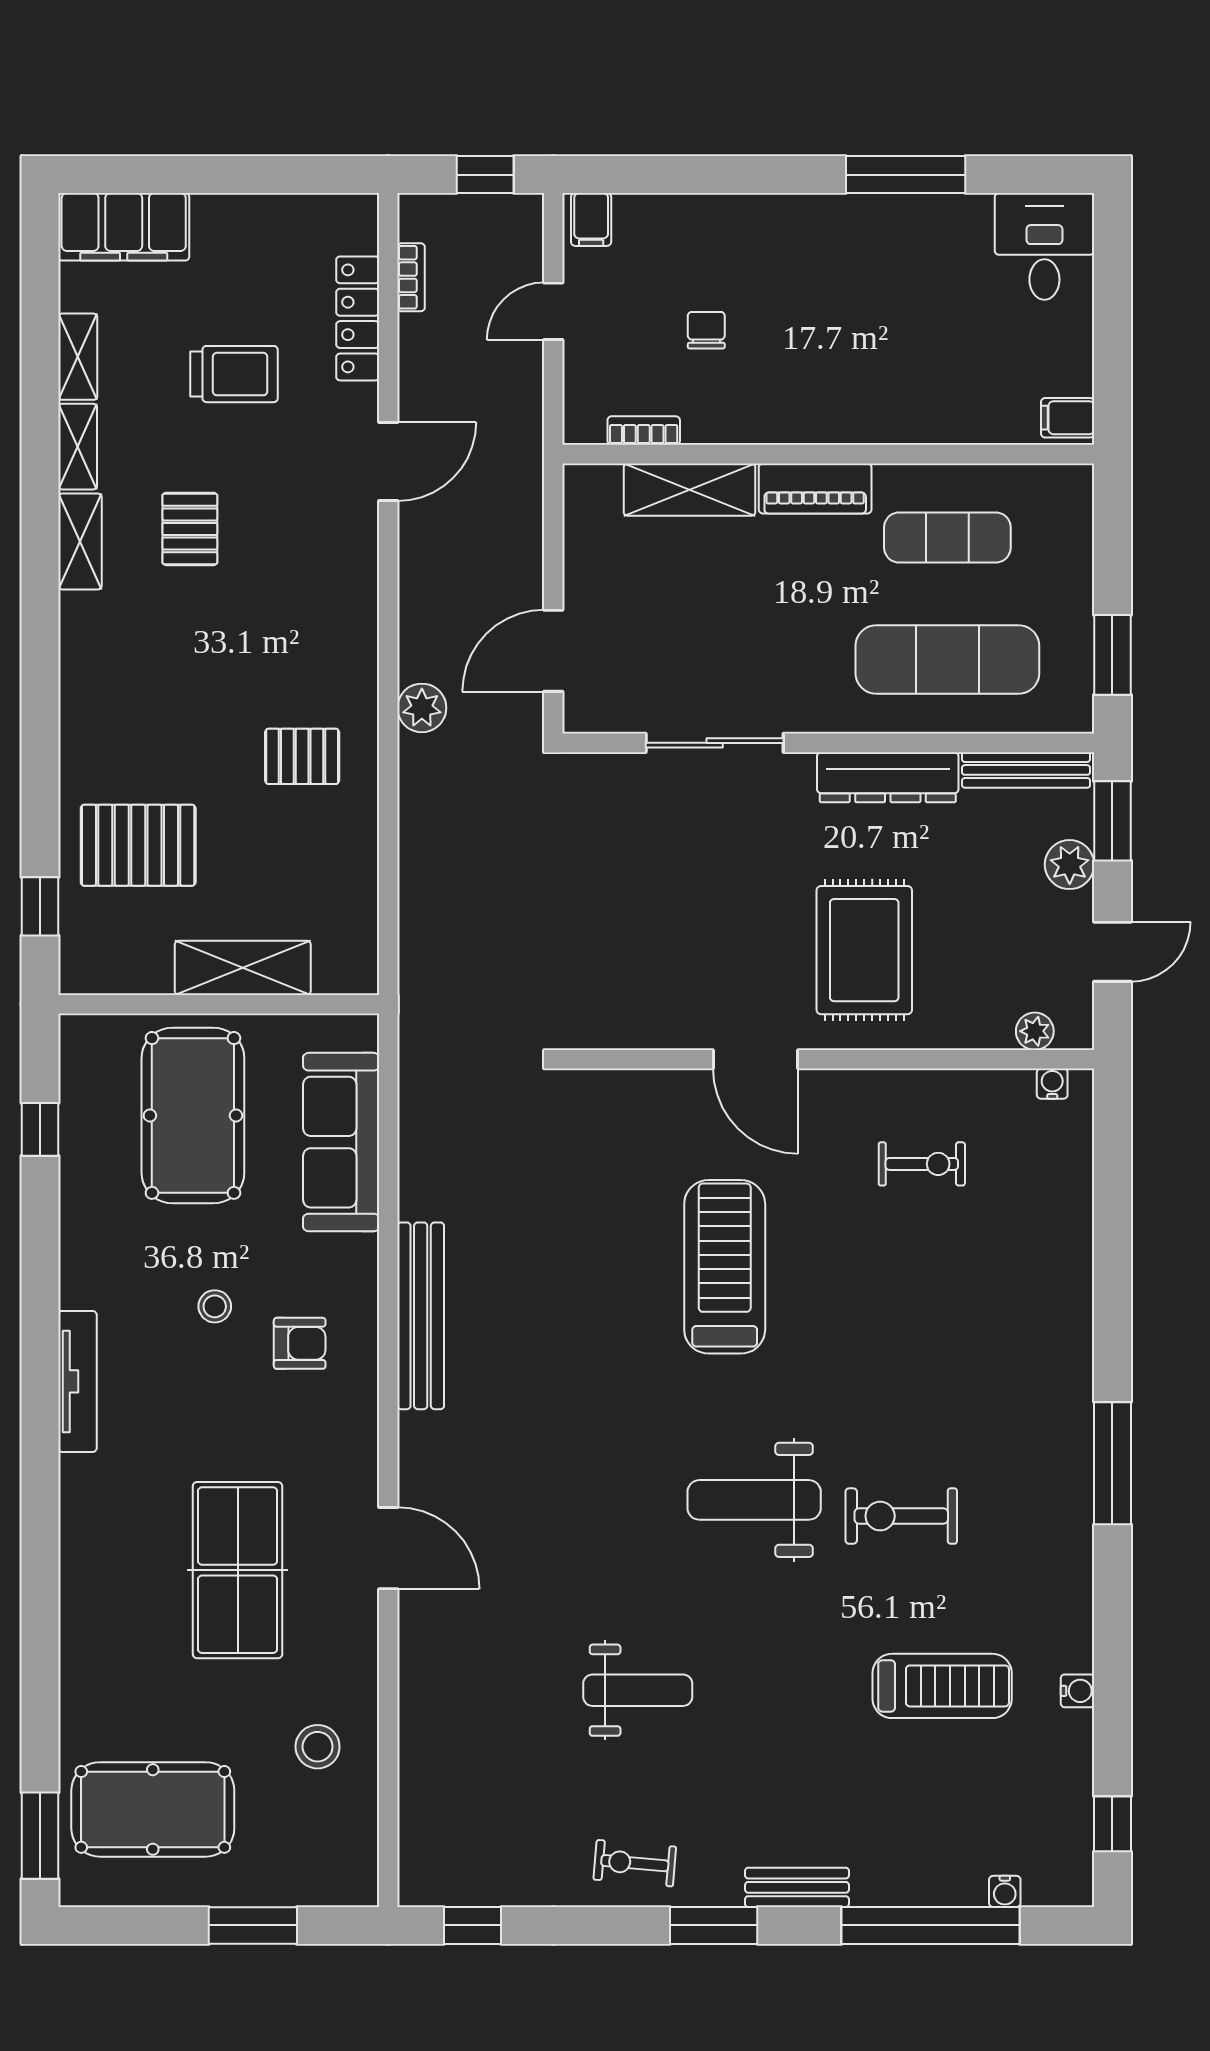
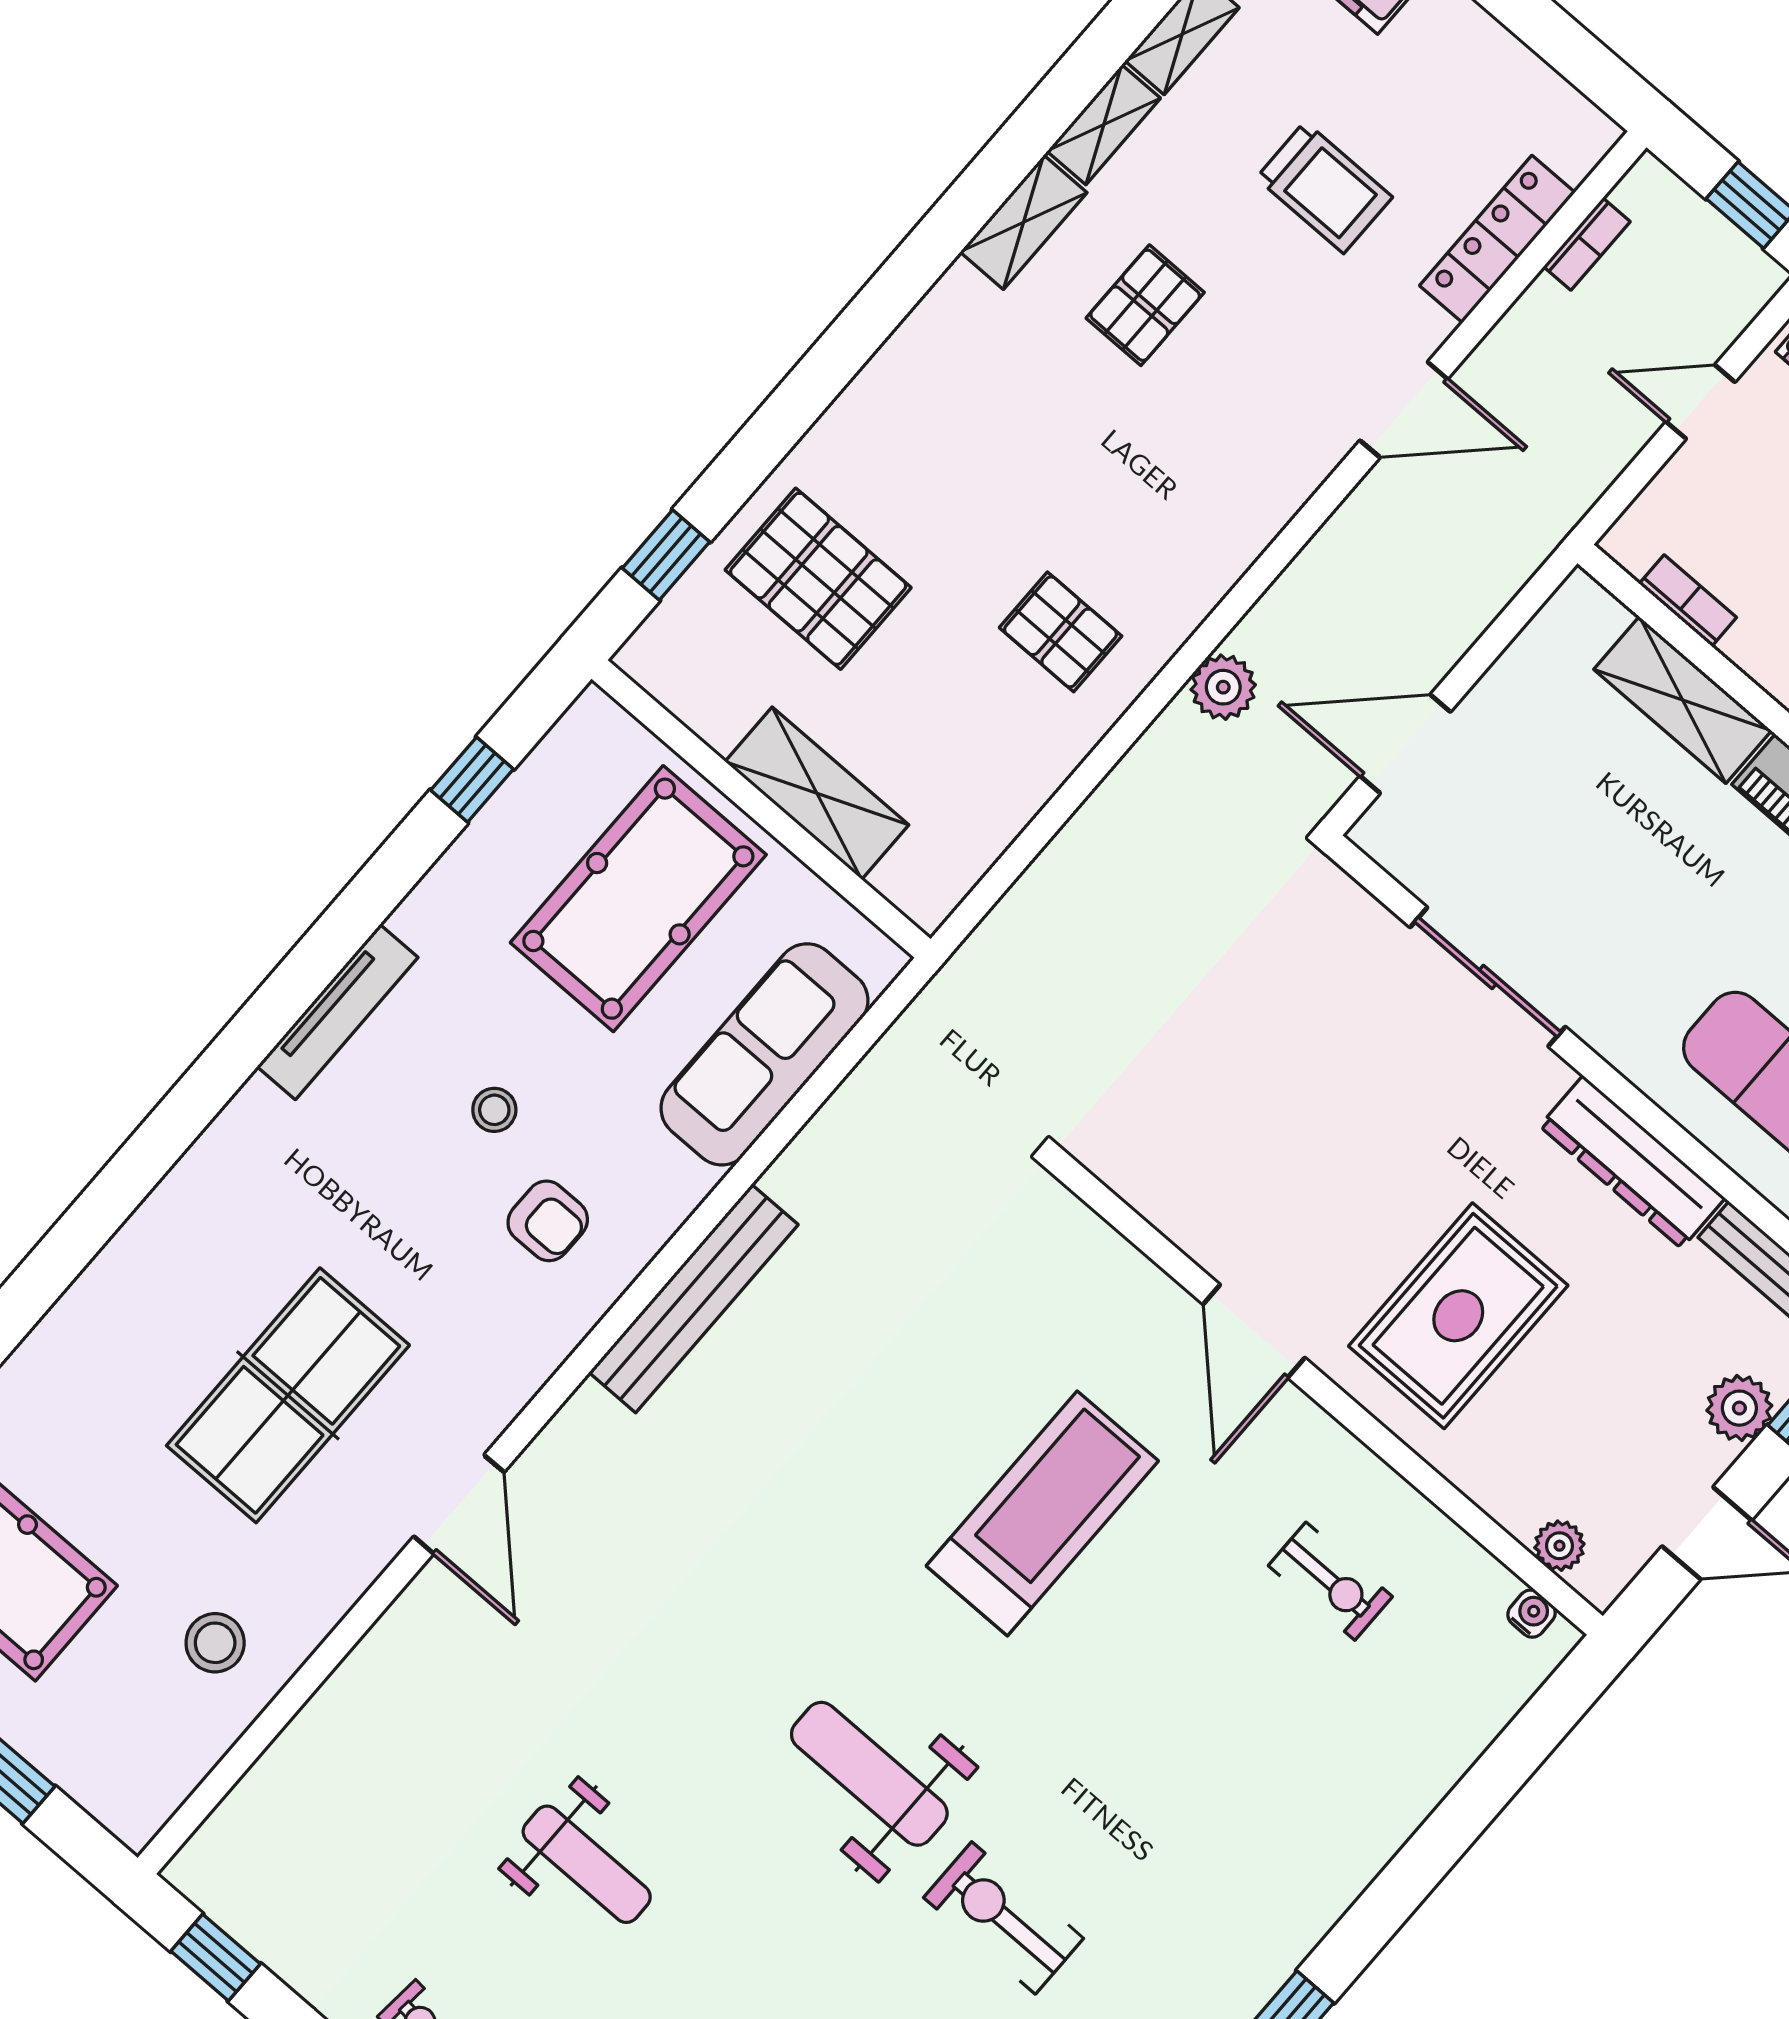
tv unit: (77, 1381) -> (337, 1012), moved

